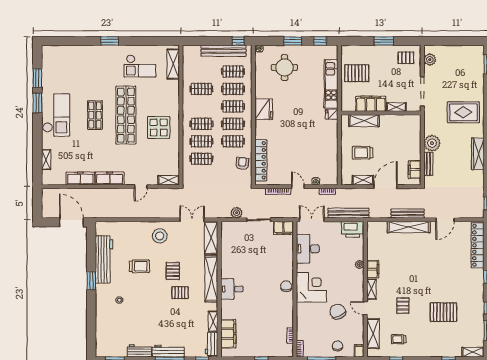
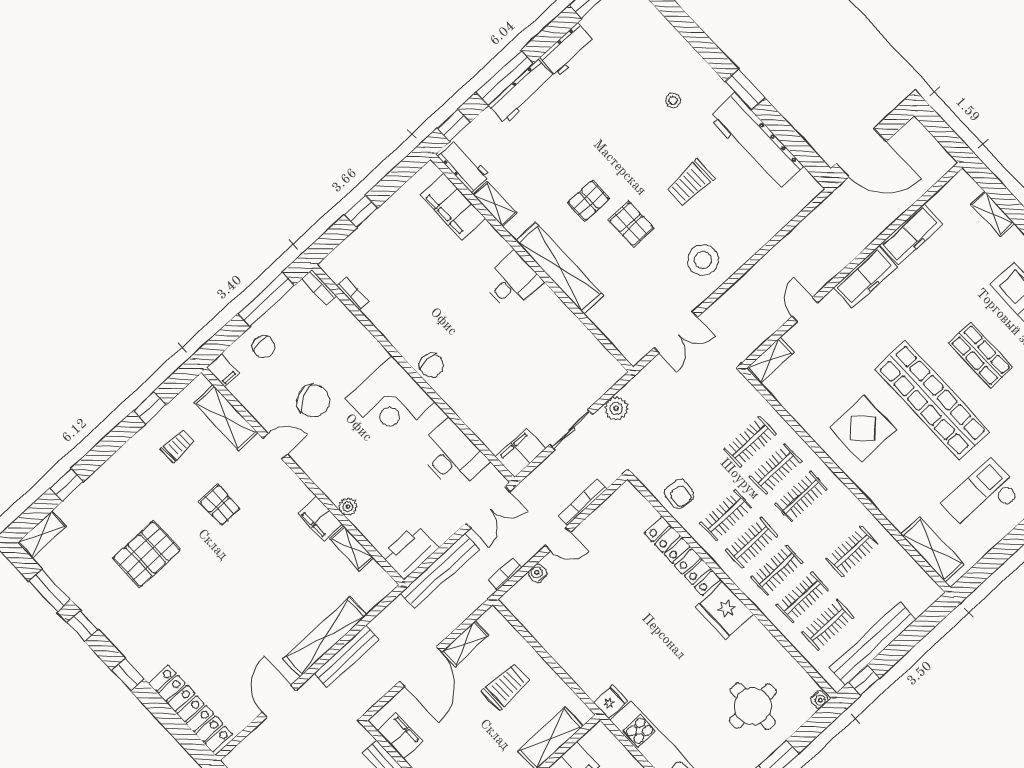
locker: (261, 160) -> (682, 556), moved
shelving: (211, 238) -> (620, 332), removed
shelving: (371, 289) -> (351, 548), moved

